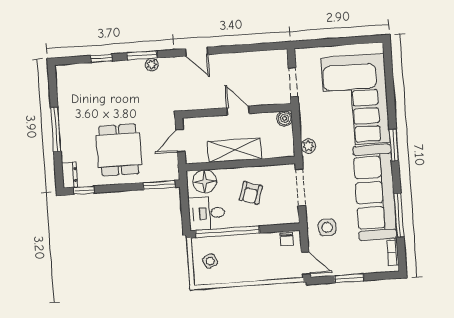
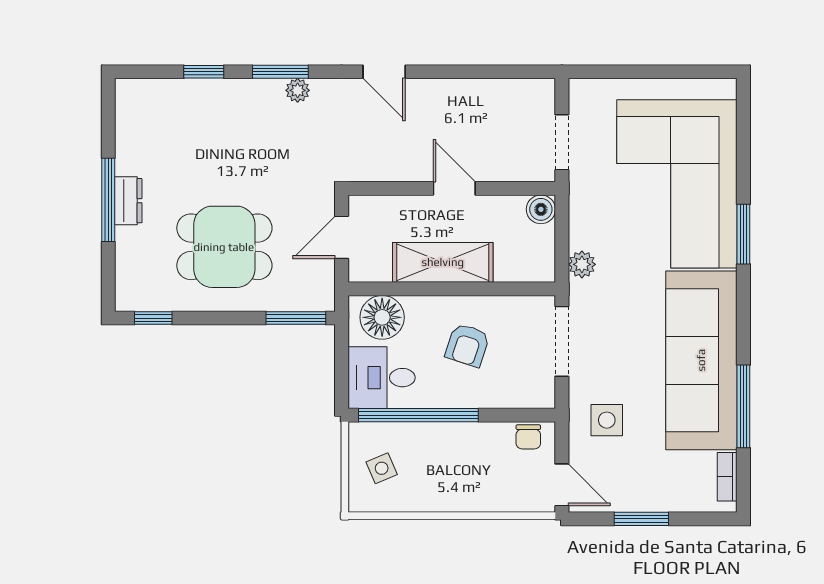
window: (394, 145) -> (743, 234), moved
dining table: (119, 150) -> (224, 247), turned 90
dresser: (70, 175) -> (128, 201), moved

